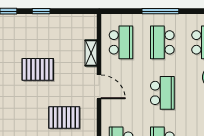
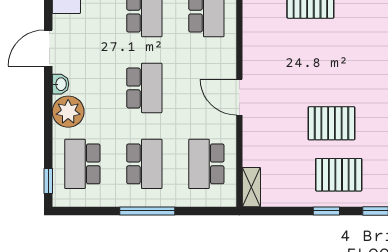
shelving: (91, 53) -> (251, 187), moved
school desk: (162, 93) -> (144, 88), turned 180
pallet: (64, 117) -> (339, 175), moved

